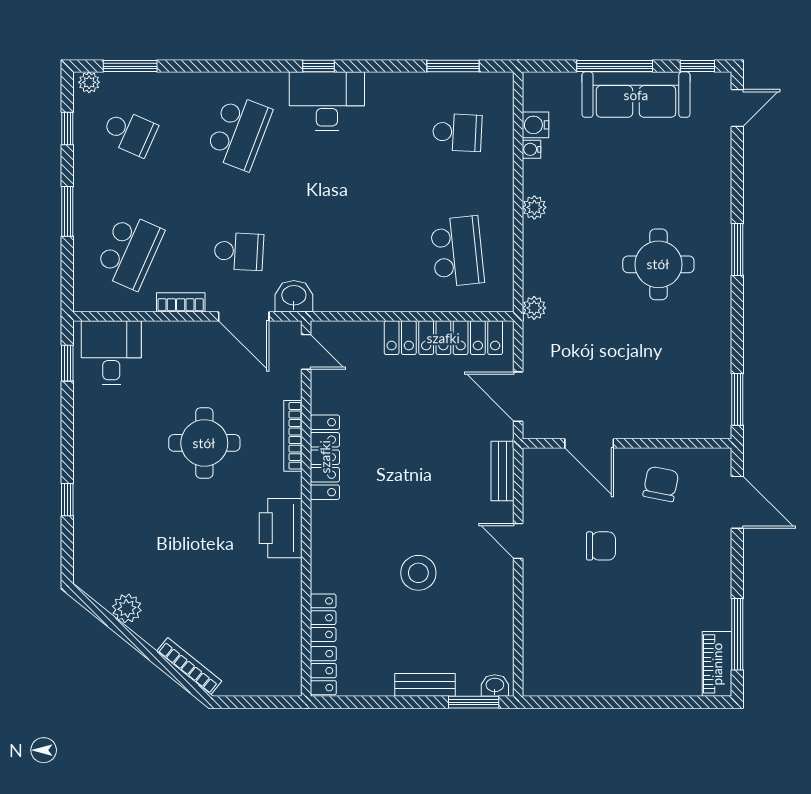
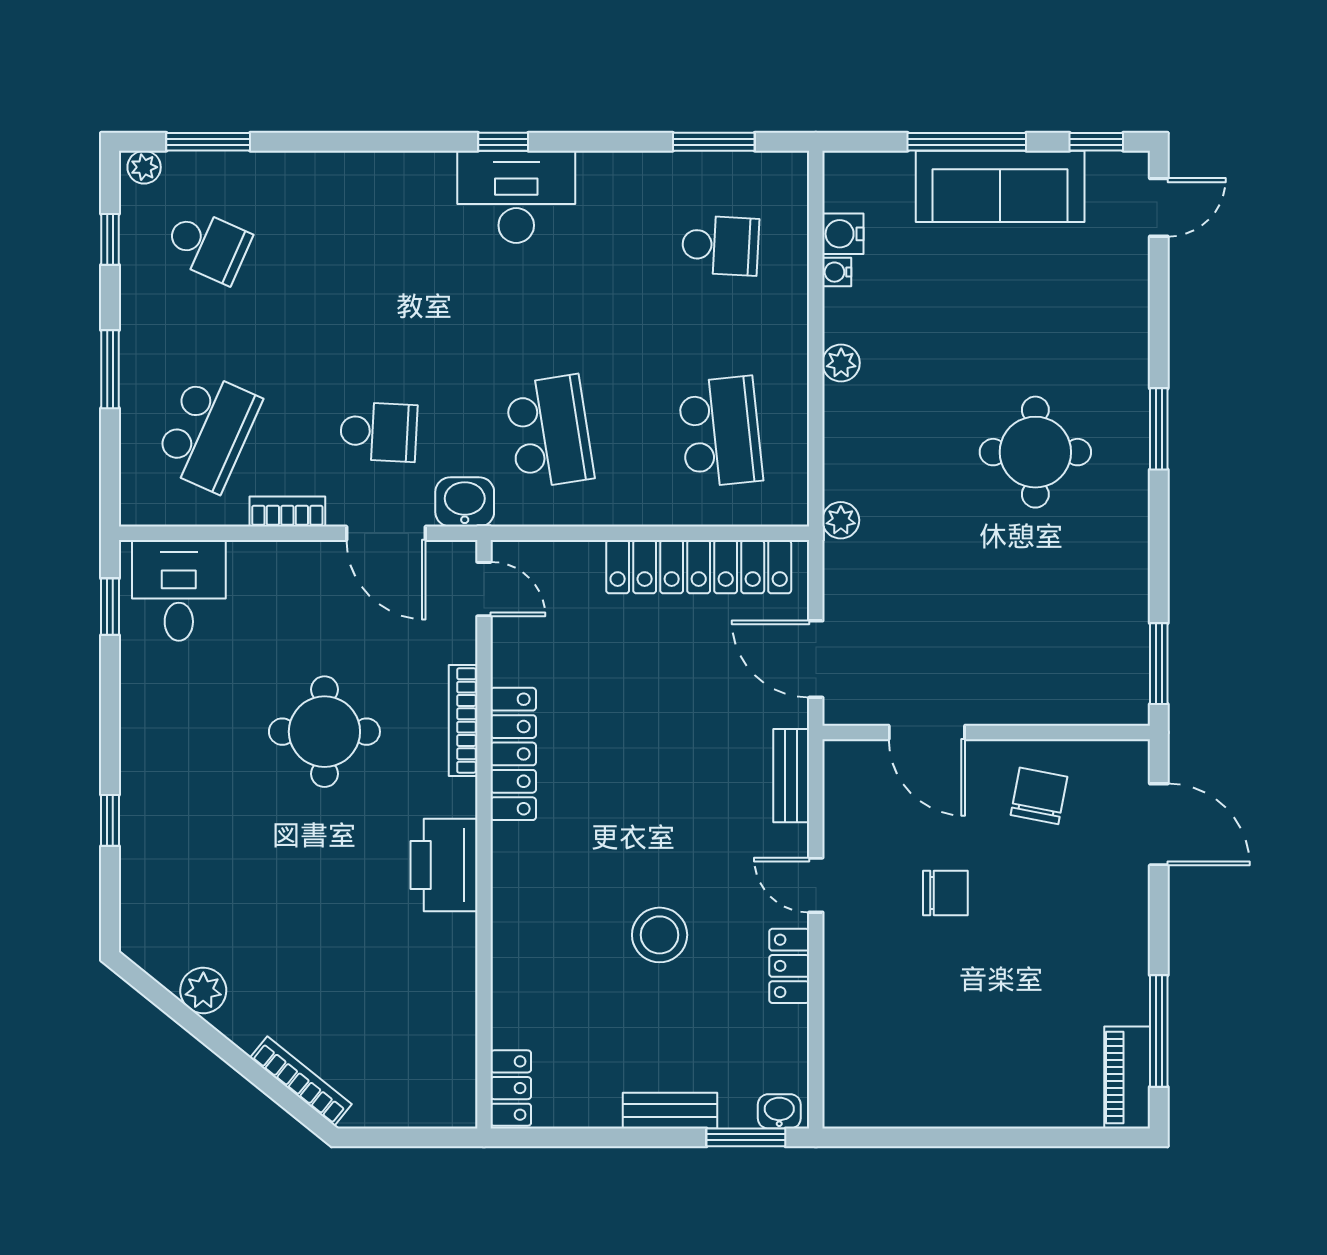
school desk: (239, 132) -> (549, 432), moved, turned -30
locker: (323, 618) -> (789, 966), moved, turned 180

